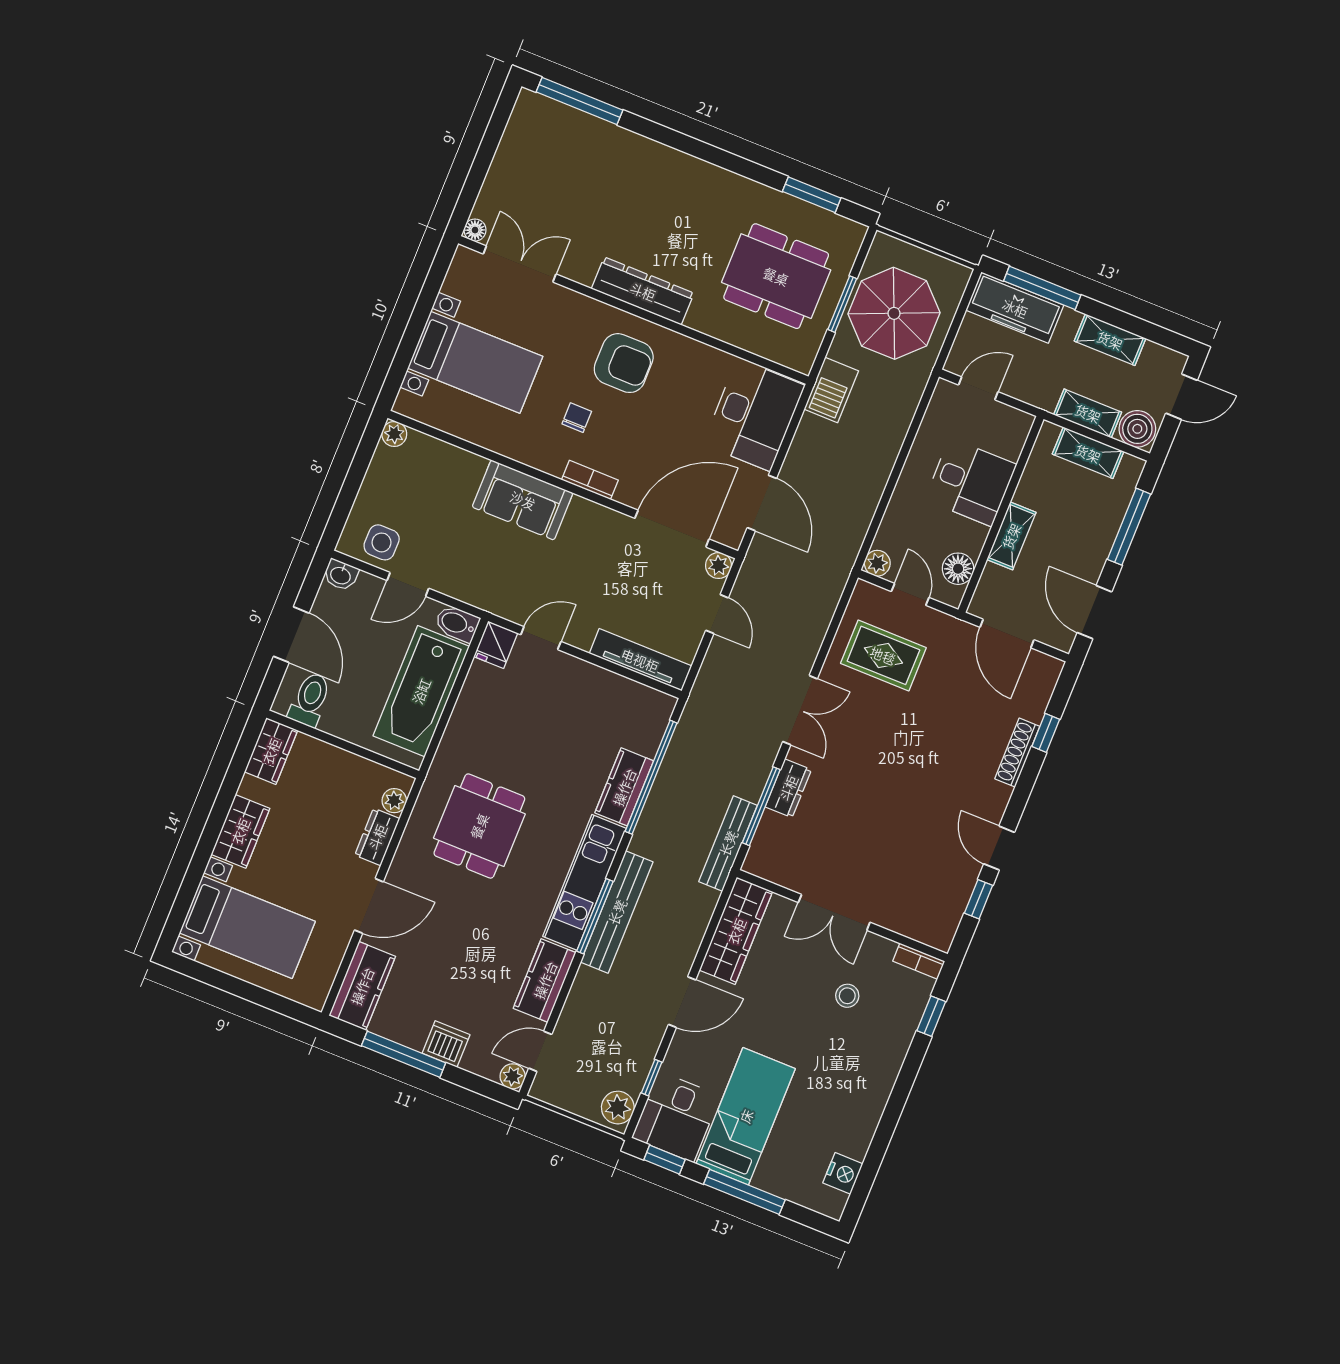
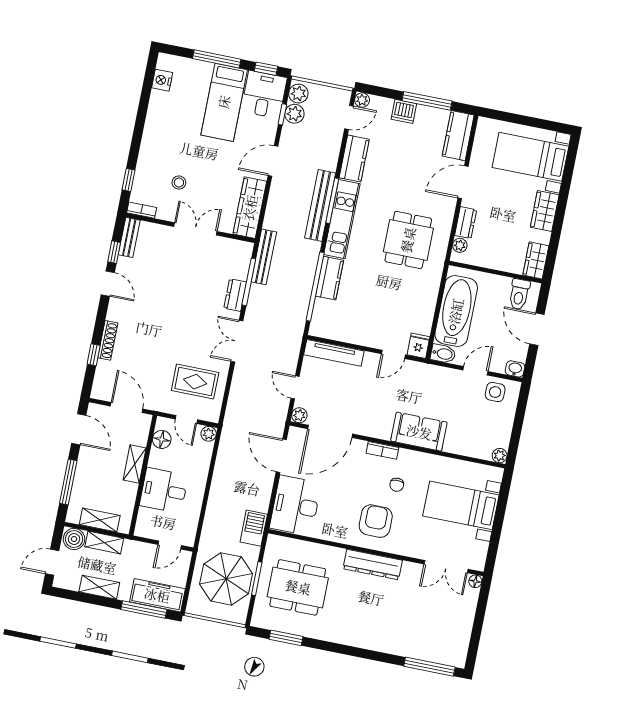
armchair: (624, 363) -> (376, 521), turned 90
bench: (948, 919) -> (129, 237), added
plant: (631, 1075) -> (294, 114), added

